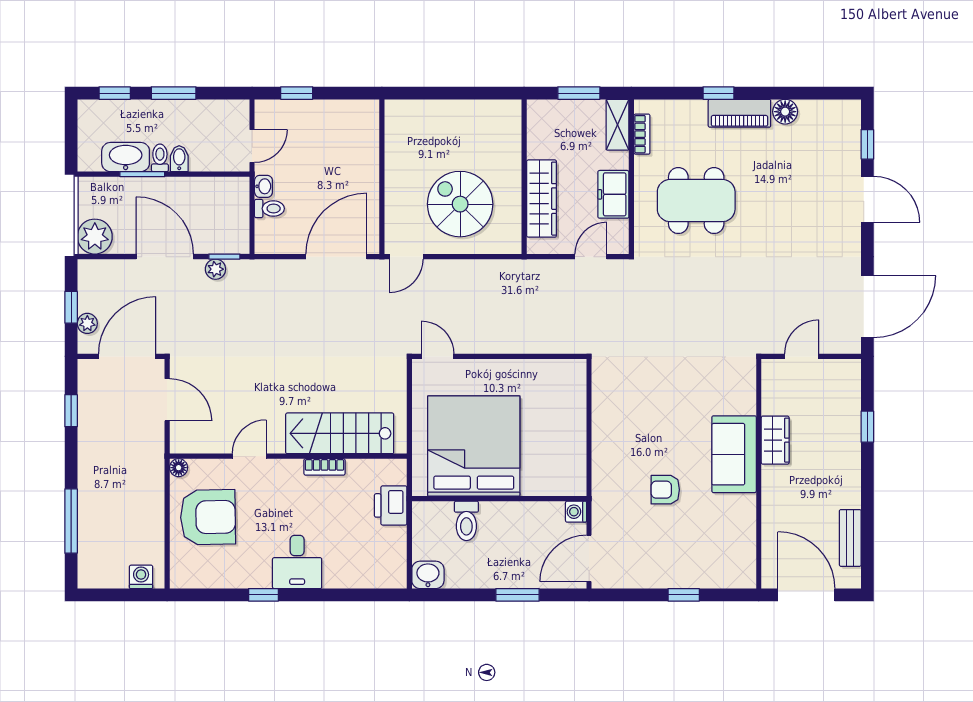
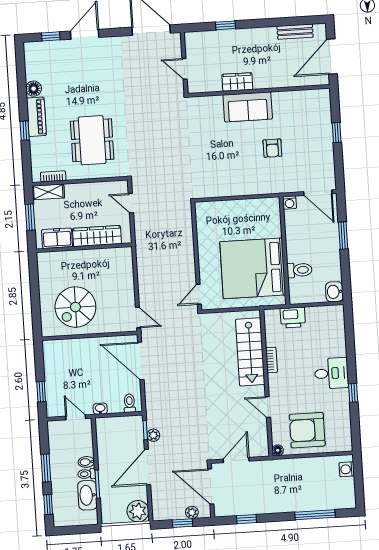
freezer: (613, 194) -> (57, 238), moved, turned 180
spiral stairs: (460, 204) -> (75, 307), moved
toilet: (269, 209) -> (129, 403), moved
armchair: (208, 517) -> (307, 430), turned -89

